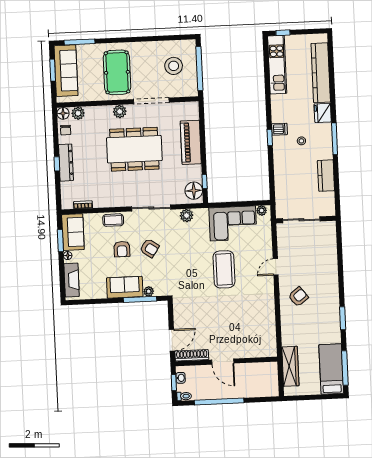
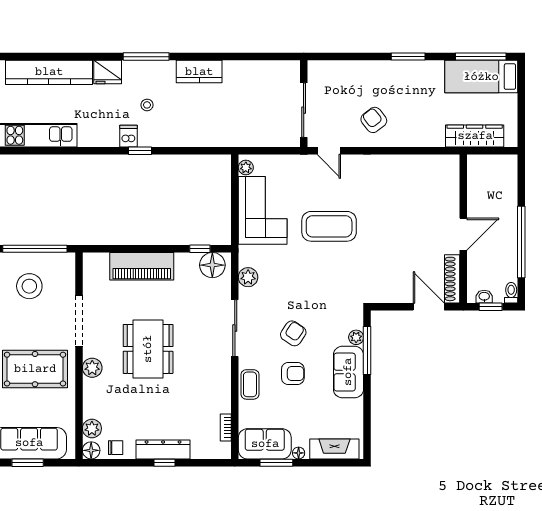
dining table: (134, 149) -> (148, 349), width x0.73, depth x0.80
sliding door: (301, 220) -> (304, 110), moved
wall: (306, 220) -> (304, 104), moved

